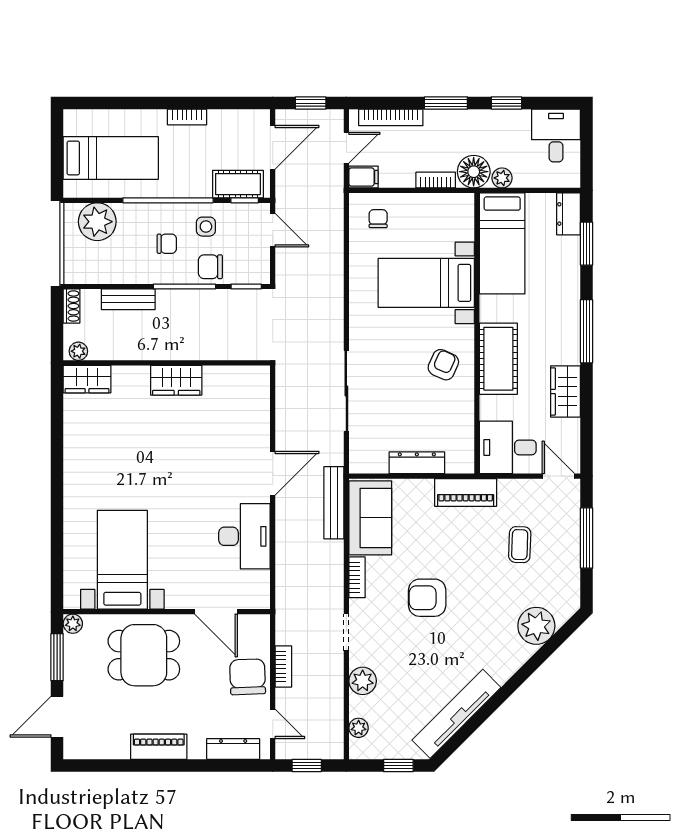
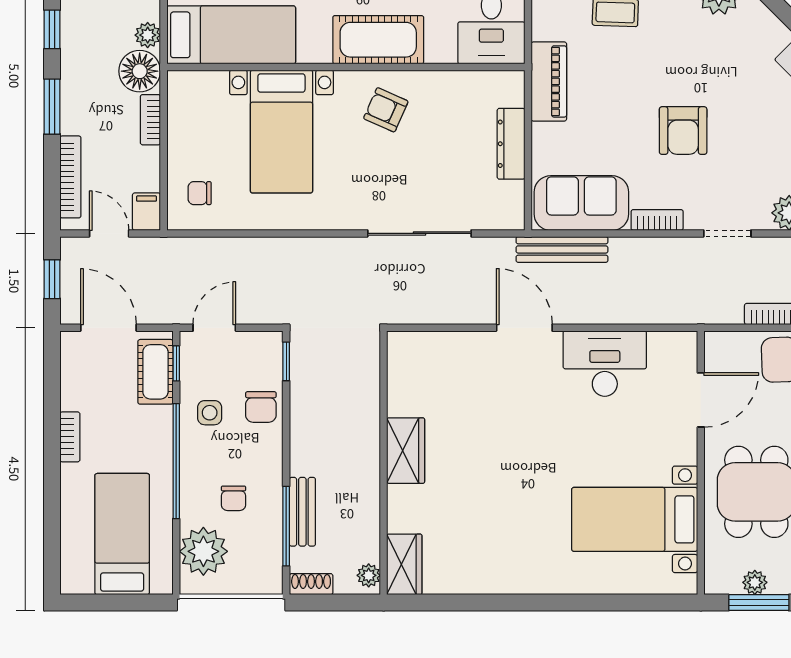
chair: (167, 244) -> (234, 498), moved, turned 180
window: (184, 287) -> (286, 526), moved
plant: (73, 624) -> (755, 582), moved

